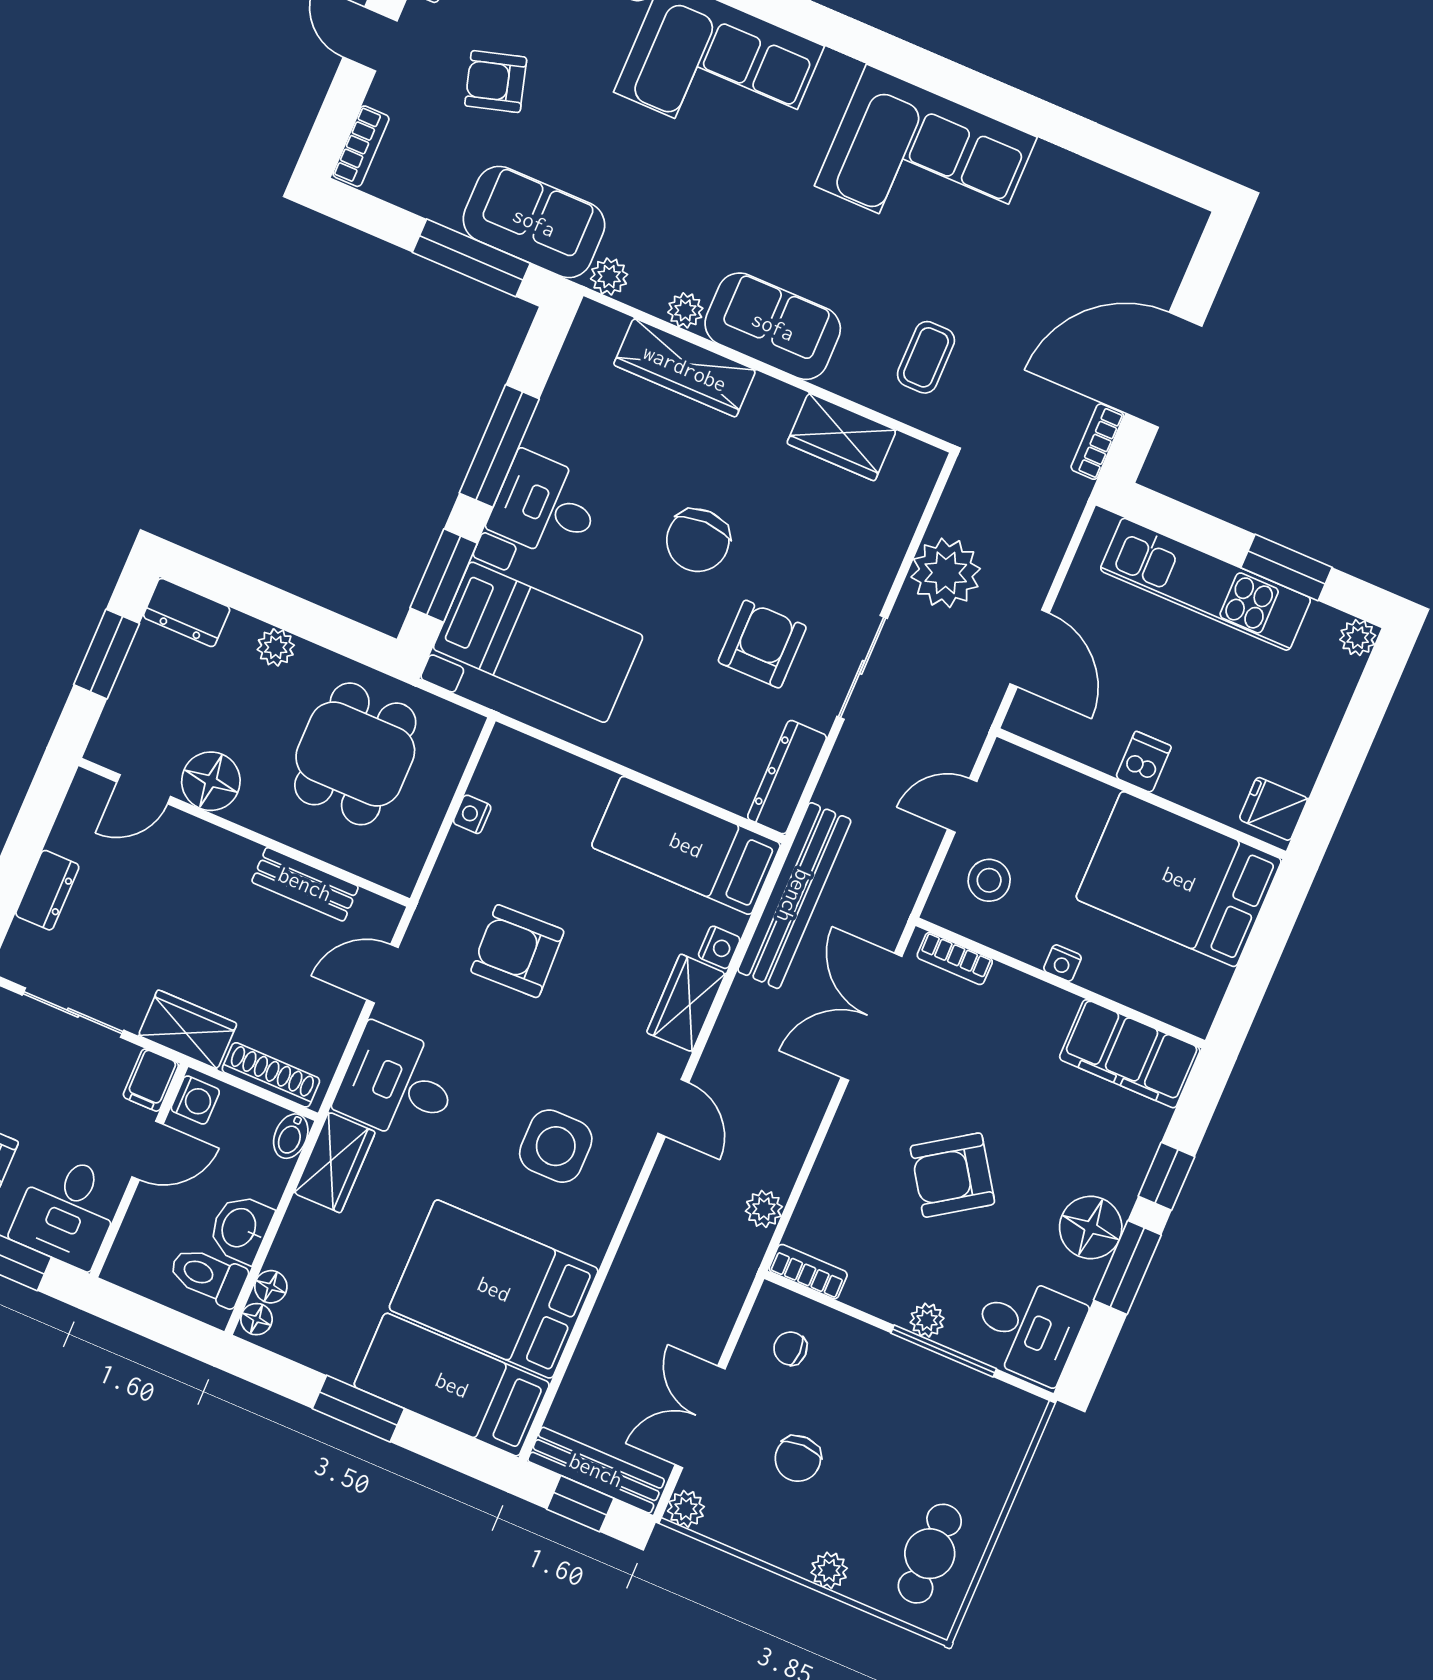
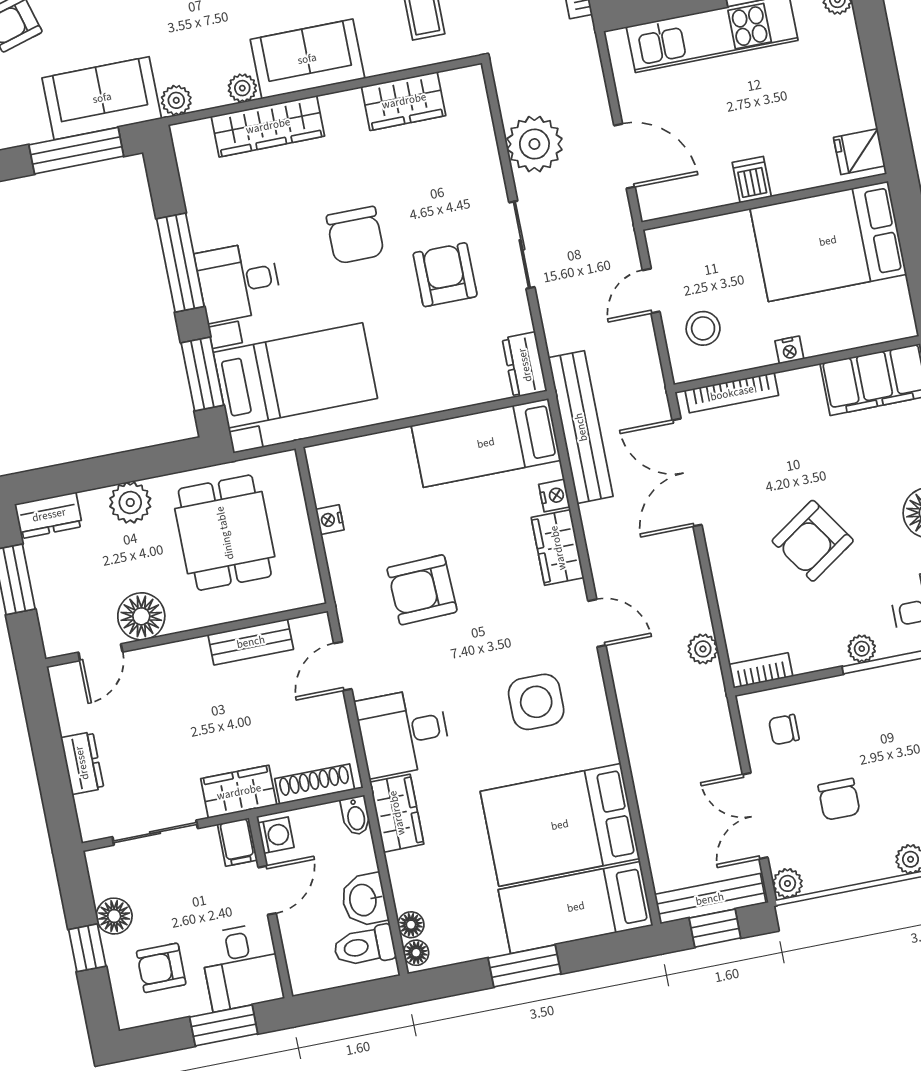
plant: (276, 647) -> (130, 502), width x1.38, depth x1.38
dresser: (787, 777) -> (525, 365), width x0.70
bookcase: (955, 958) -> (732, 393), width x1.56

